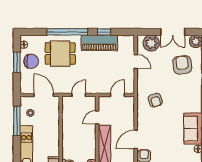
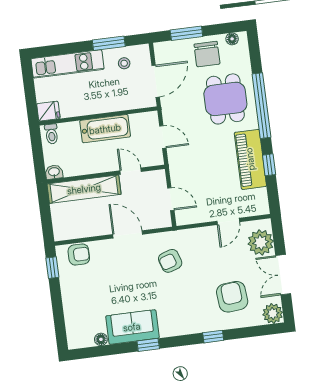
window: (17, 62) -> (186, 33), moved
armchair: (182, 65) -> (232, 297), turned -88
window: (17, 121) -> (109, 43), width x0.69
bathtub: (69, 130) -> (105, 129), added
door: (136, 139) -> (128, 234), moved

